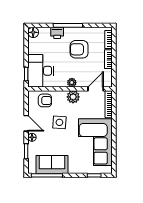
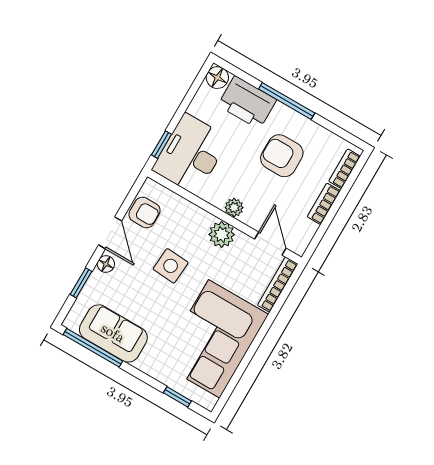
printer: (57, 33) -> (247, 102), width x1.87, depth x1.48
door: (96, 89) -> (270, 244), hinge flipped
armchair: (45, 100) -> (145, 212), moved

